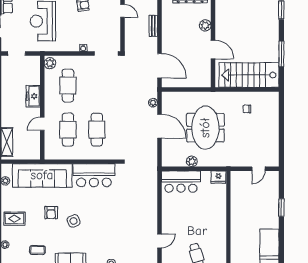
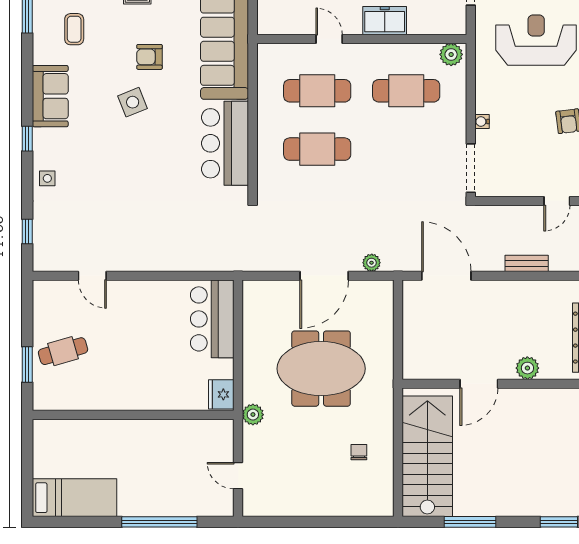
door: (159, 66) -> (446, 276), swing flipped
plant: (192, 161) -> (253, 415), moved
window: (281, 208) -> (159, 522), width x2.11

